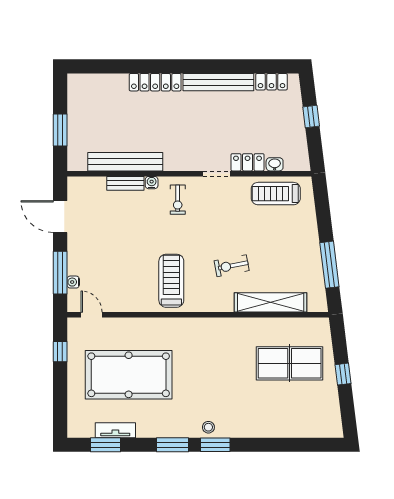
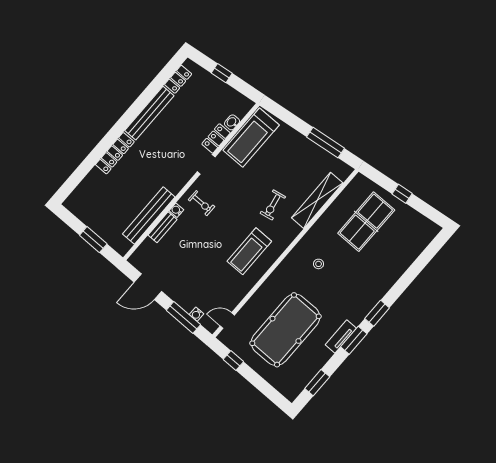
treadmill: (276, 194) -> (251, 138), width x1.37, depth x1.38
treadmill: (171, 281) -> (249, 251), turned -90
stool: (208, 427) -> (319, 264), moved
tv unit: (115, 430) -> (341, 336), moved

